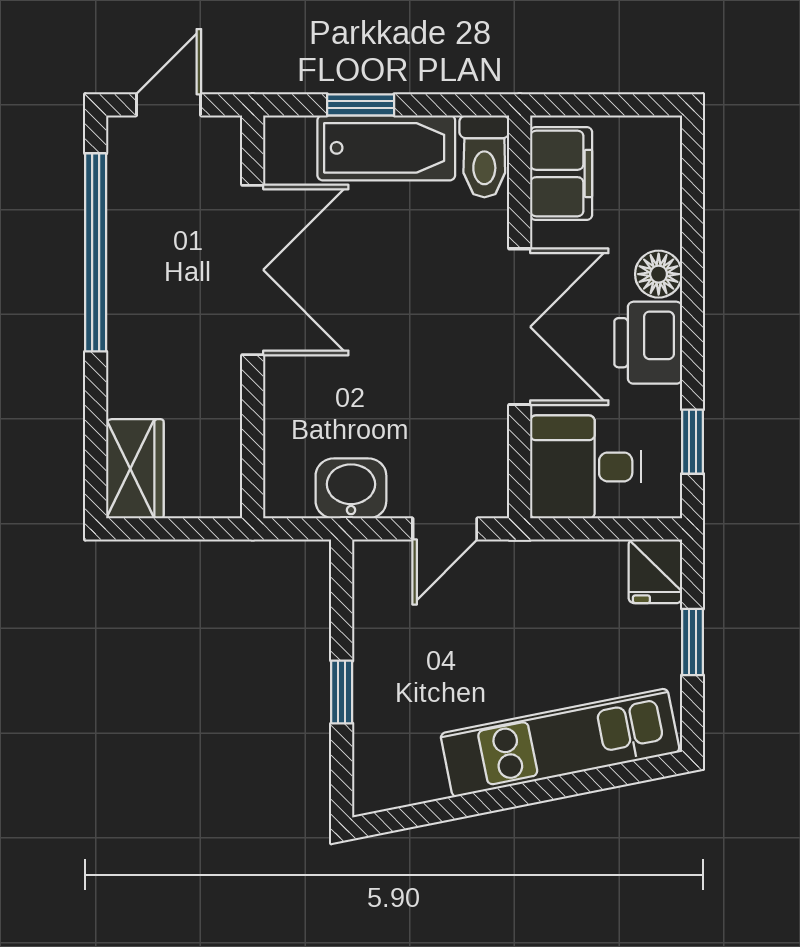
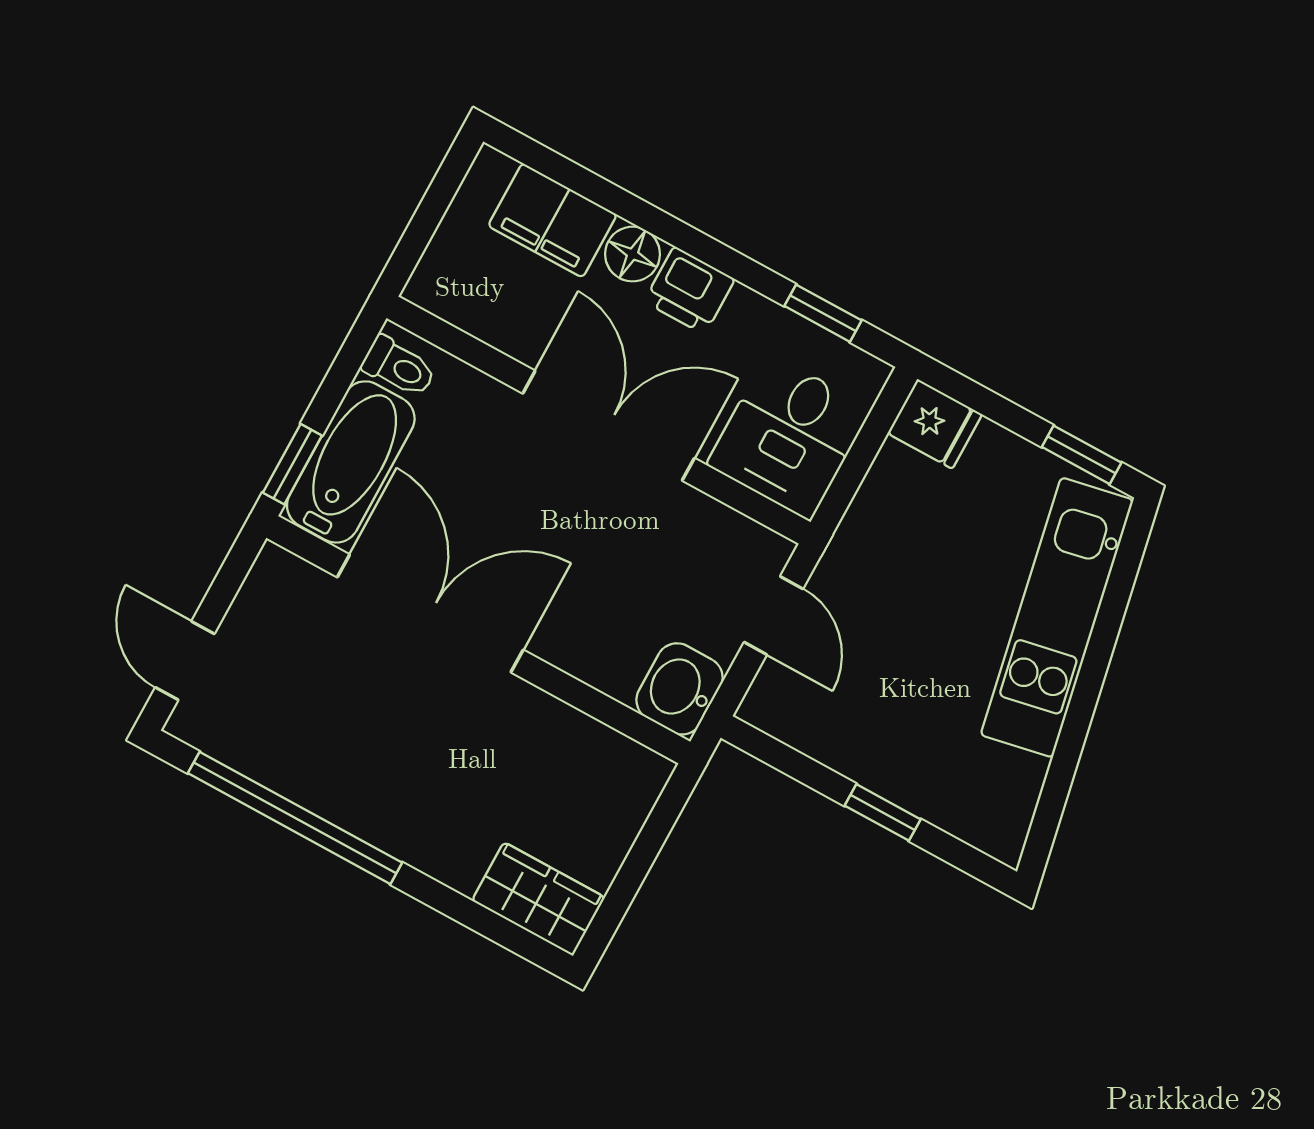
toilet: (484, 156) -> (399, 367), width x0.73, depth x0.72
filing cabinet: (561, 173) -> (552, 220), moved, turned 180
double door: (253, 270) -> (430, 613), moved
wall: (253, 317) -> (478, 640), moved
printer: (648, 343) -> (689, 290), width x0.73, depth x0.81
window: (692, 642) -> (1082, 455), moved

